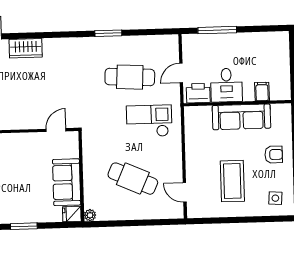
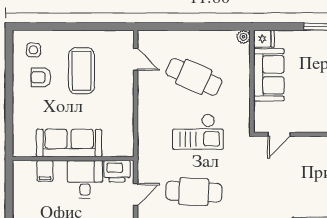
checkout: (149, 121) -> (198, 132), moved
armchair: (274, 155) -> (41, 77), moved

